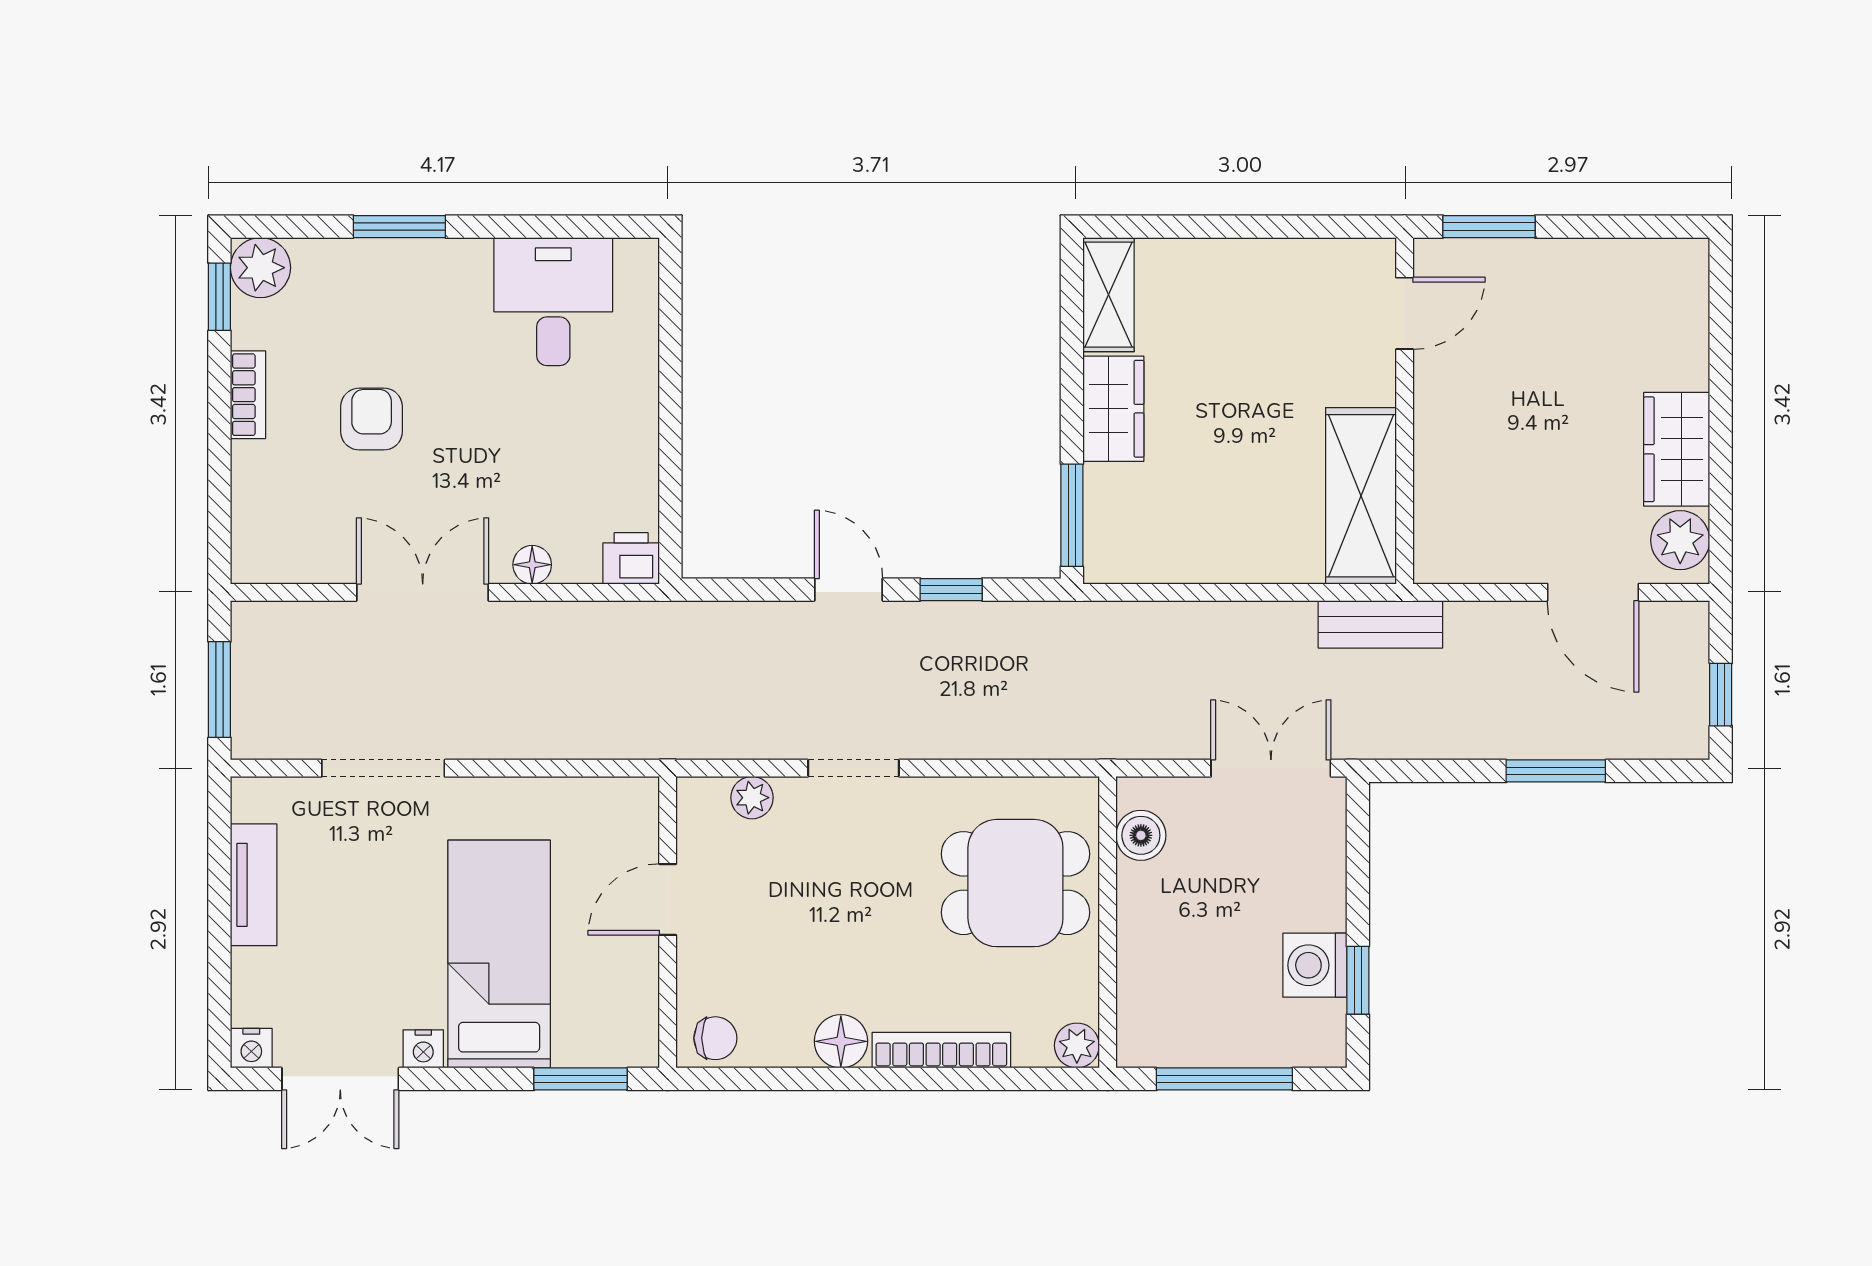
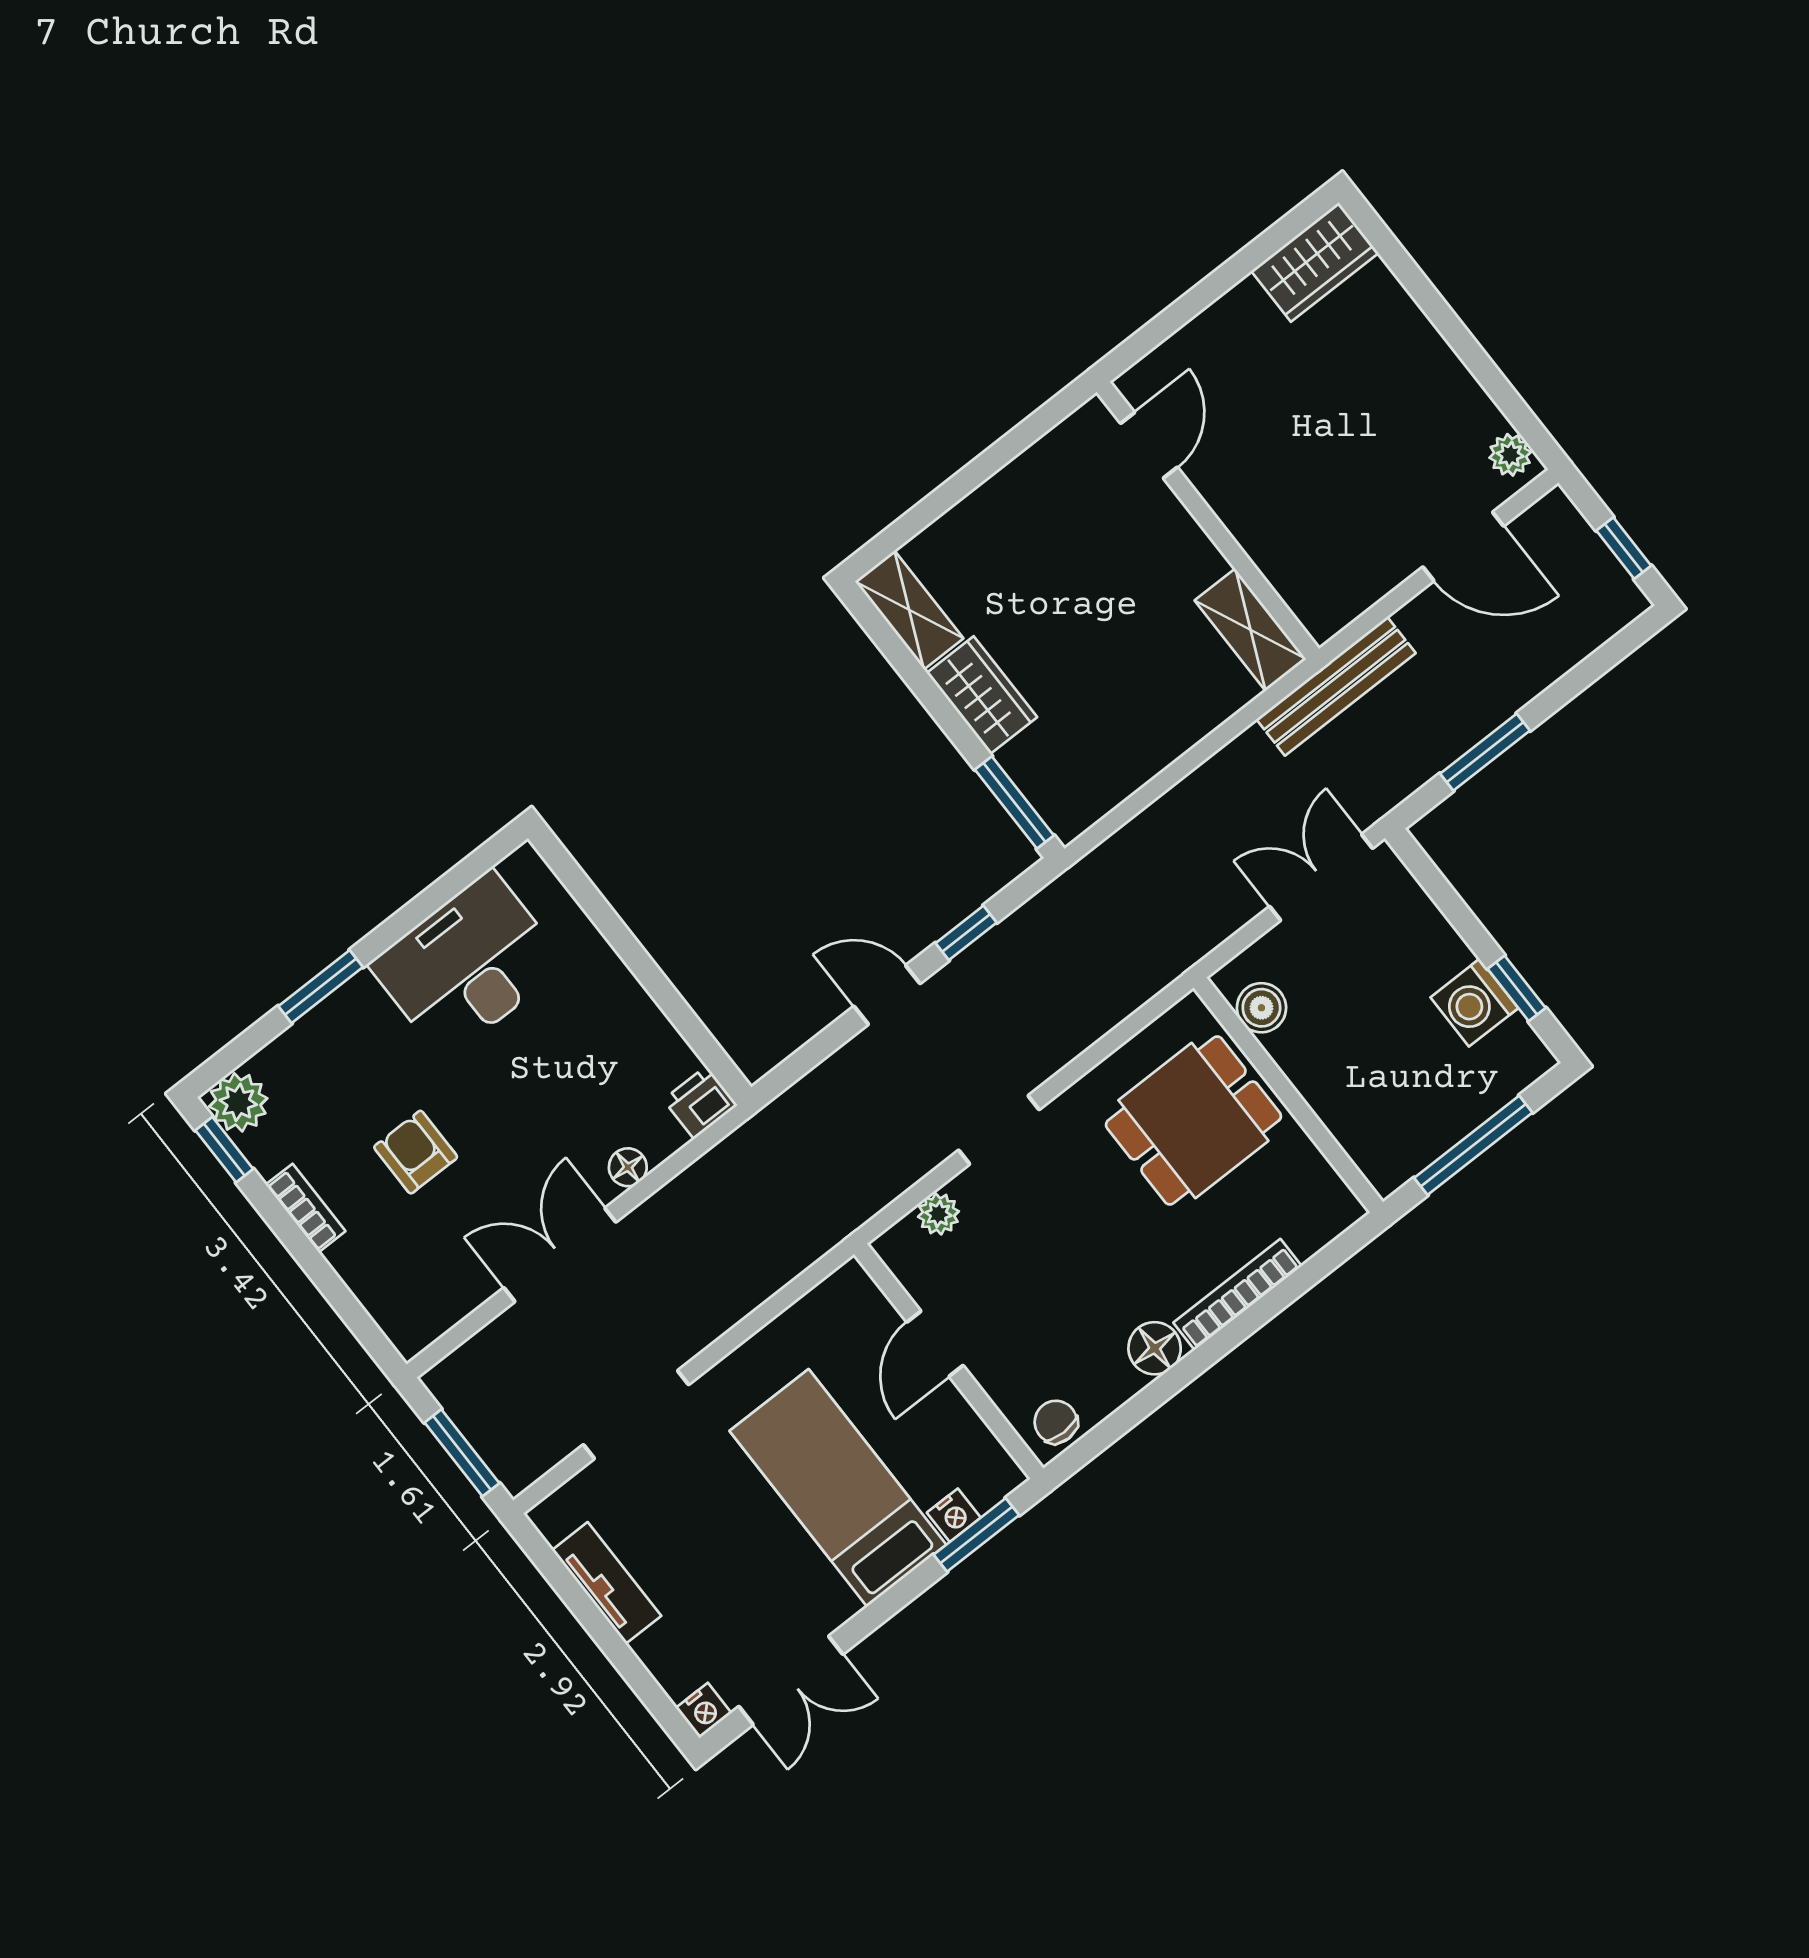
window: (1489, 227) -> (1162, 327), removed
desk: (553, 302) -> (468, 965), width x1.37
wardrobe: (1677, 449) -> (1315, 262), moved, turned -90
shelving: (1361, 496) -> (1250, 630), width x0.67, depth x0.75
plant: (1680, 540) -> (1510, 455), width x0.73, depth x0.73
bench: (1380, 624) -> (1336, 686), width x1.36
window: (1556, 771) -> (1485, 752), moved
chair: (715, 1038) -> (1056, 1422), turned -90
plant: (1077, 1045) -> (1339, 1209), removed
nightstand: (423, 1049) -> (954, 1515), moved

